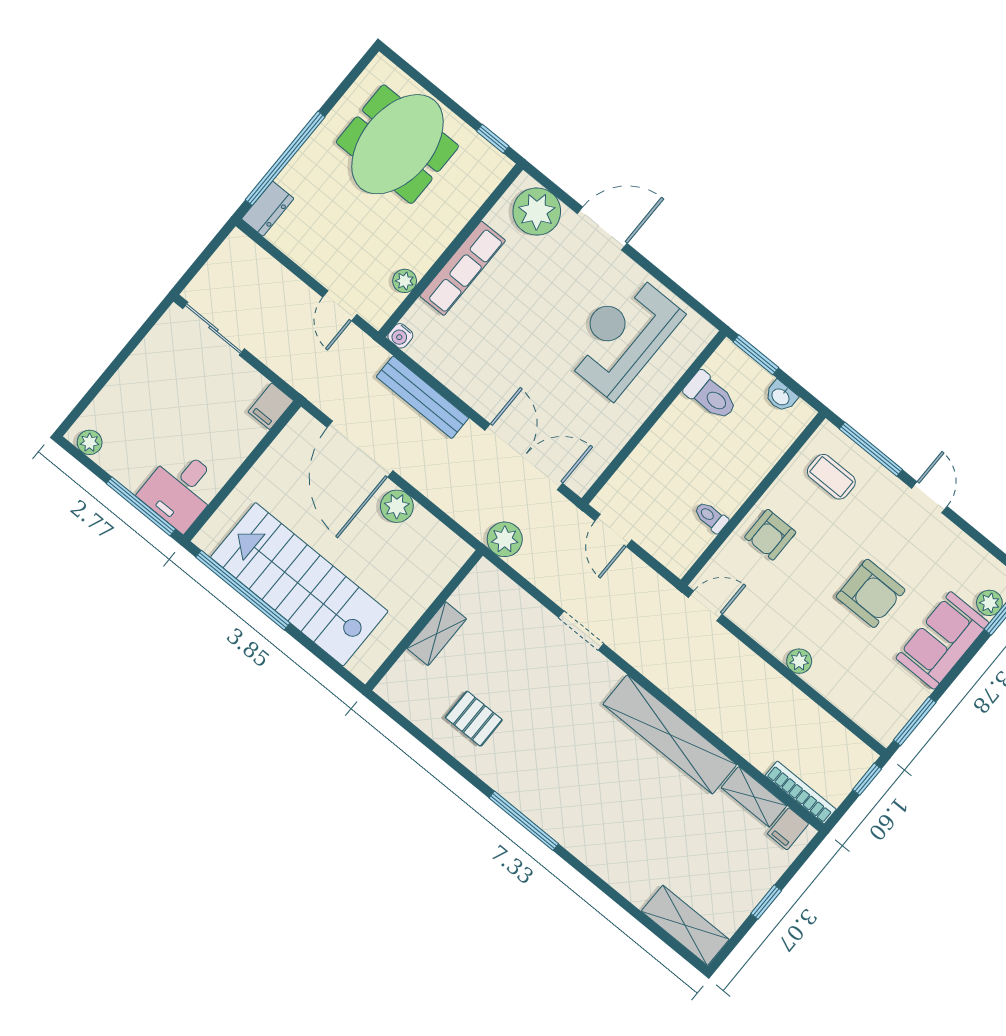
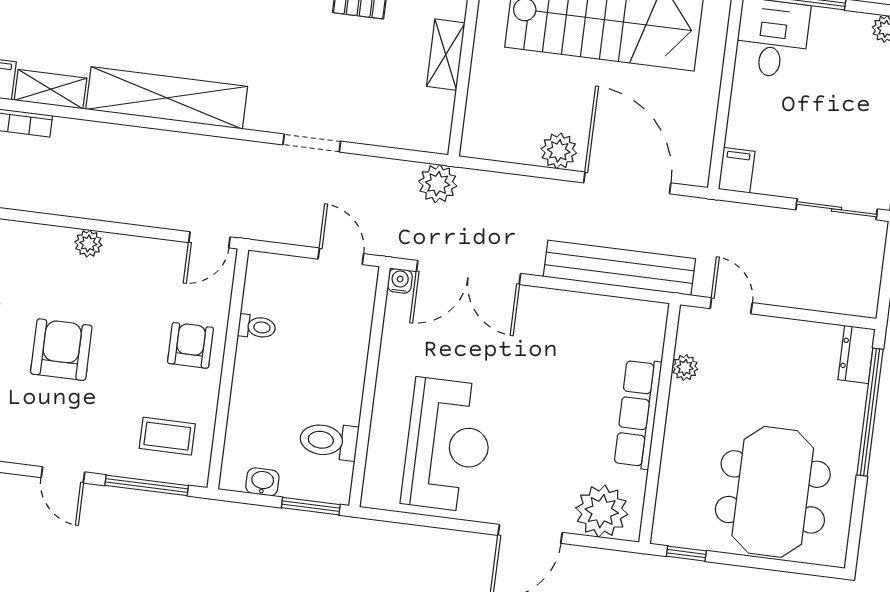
water cooler: (400, 336) -> (400, 281), moved
bench: (422, 397) -> (619, 268), width x1.37, depth x1.21
armchair: (871, 593) -> (61, 350), turned 90

